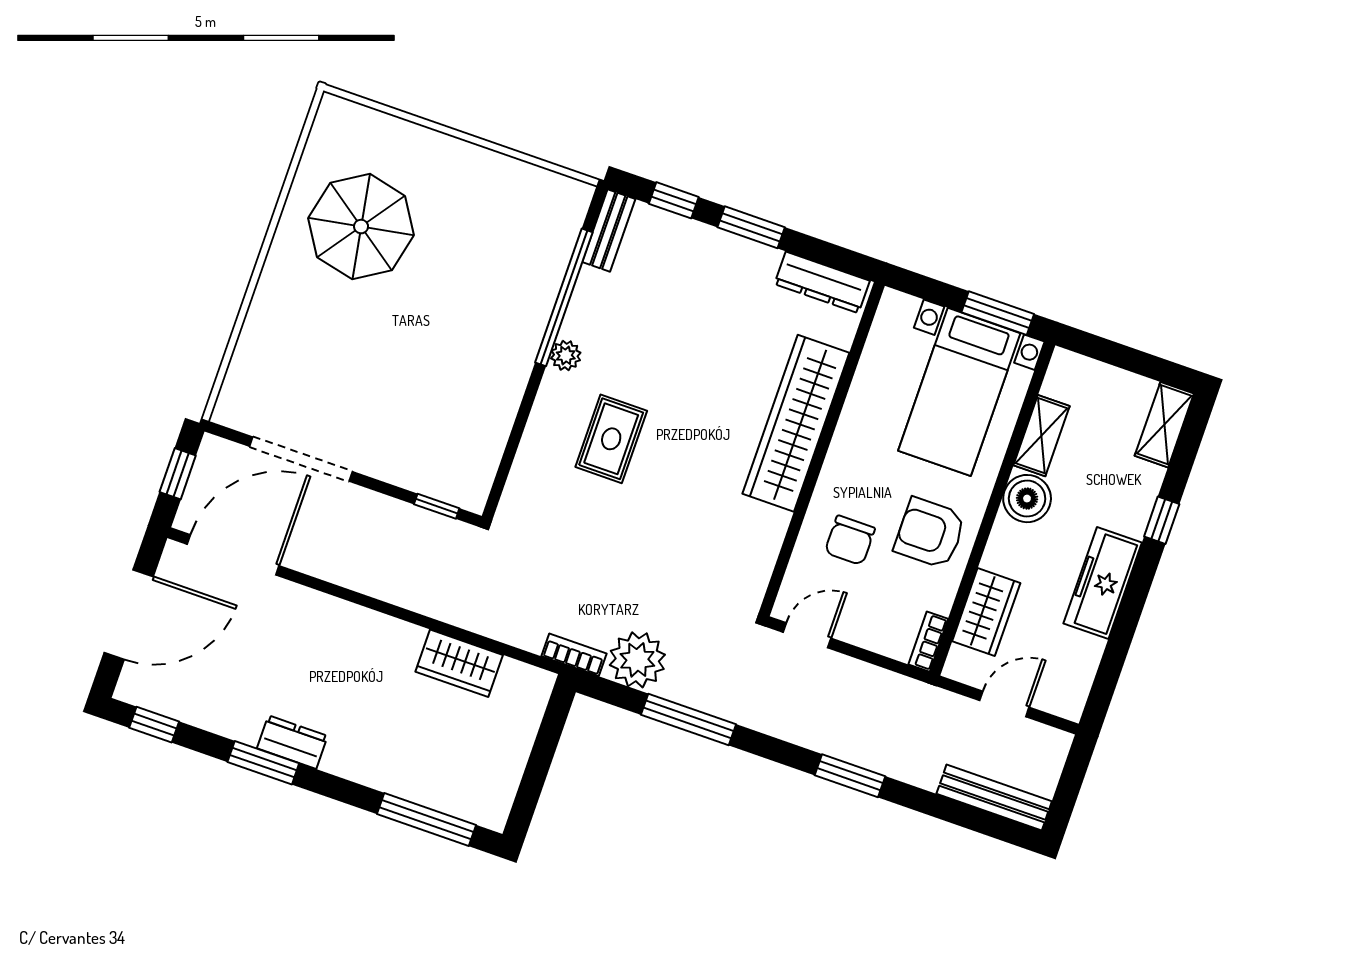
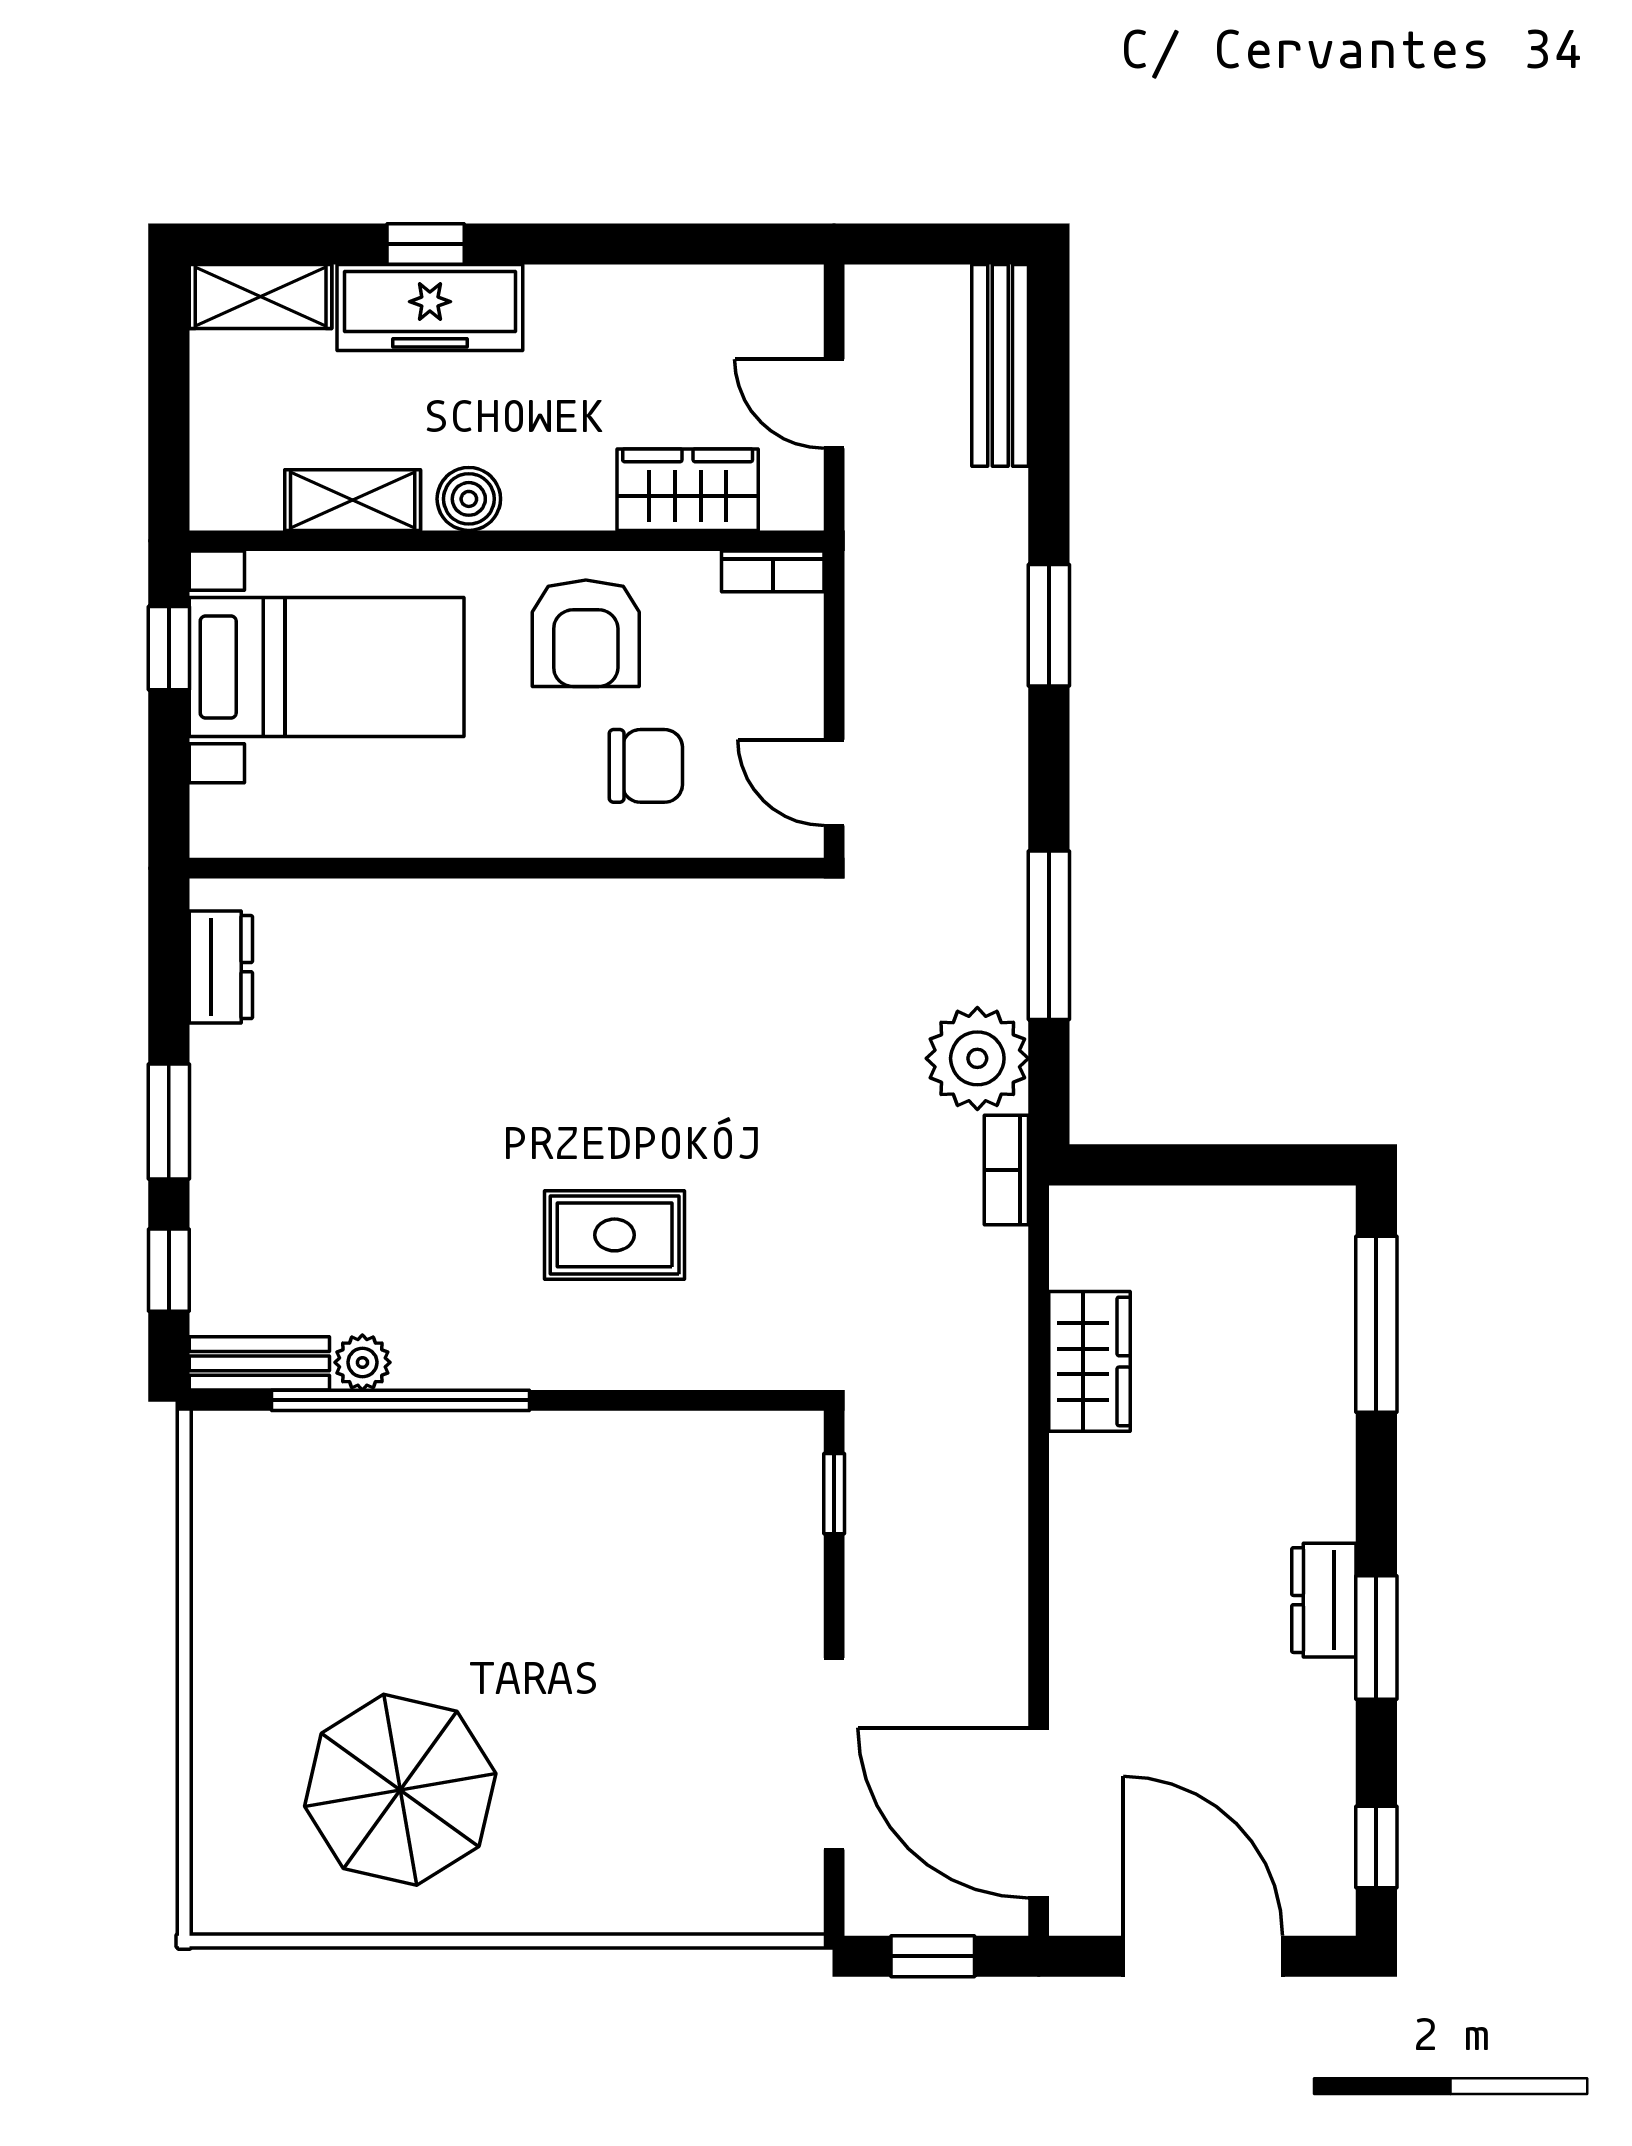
dresser: (822, 282) -> (221, 967), width x0.70
window: (998, 313) -> (169, 648), width x0.67
plant: (566, 355) -> (362, 1362), moved
wardrobe: (796, 423) -> (478, 928), removed
boiler: (1027, 499) -> (469, 499), width x0.73, depth x0.73
freezer: (1103, 583) -> (430, 308), moved

